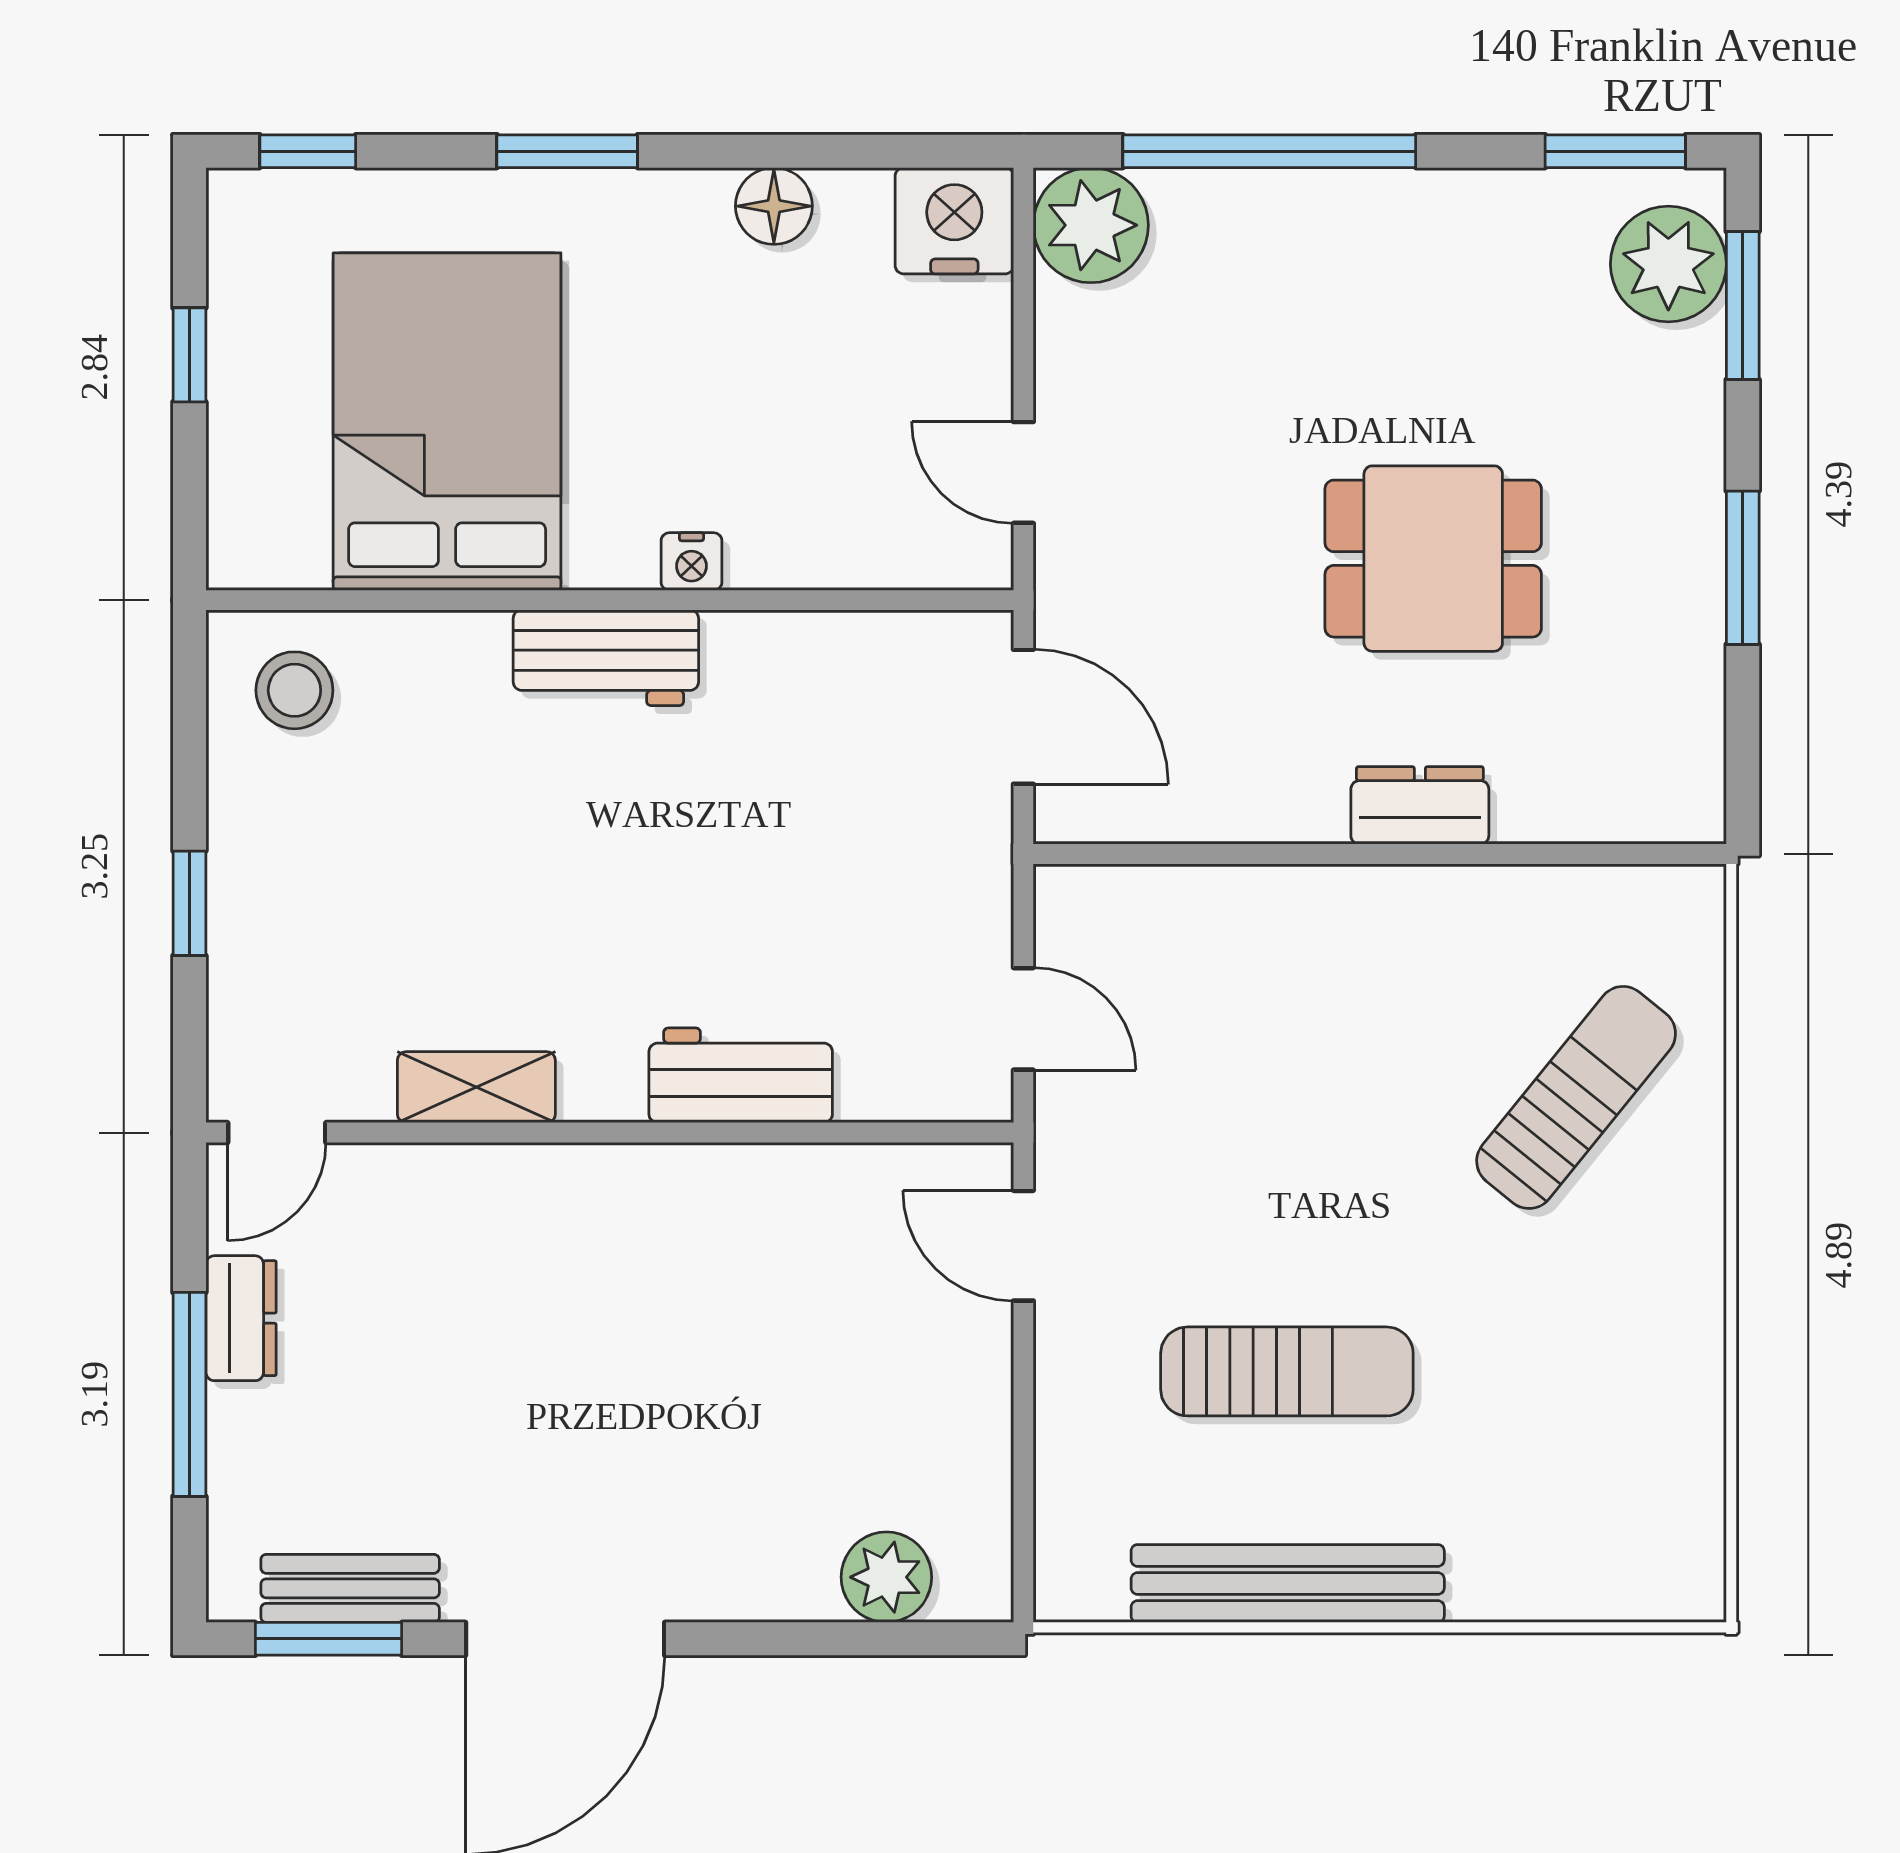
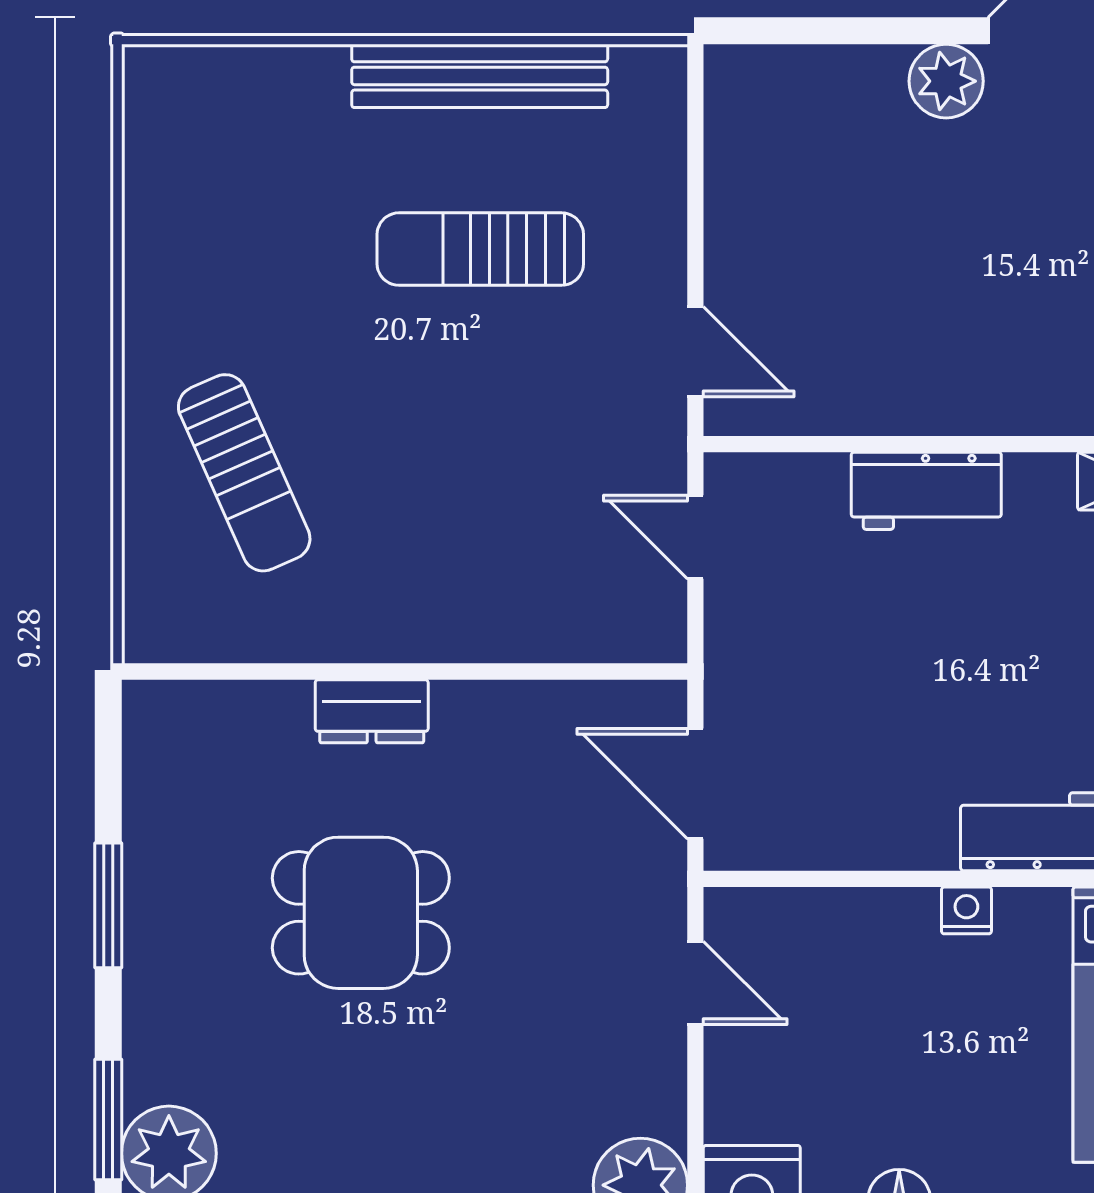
sun lounger: (1576, 1097) -> (244, 473), turned -63
plant: (886, 1577) -> (946, 81), moved

